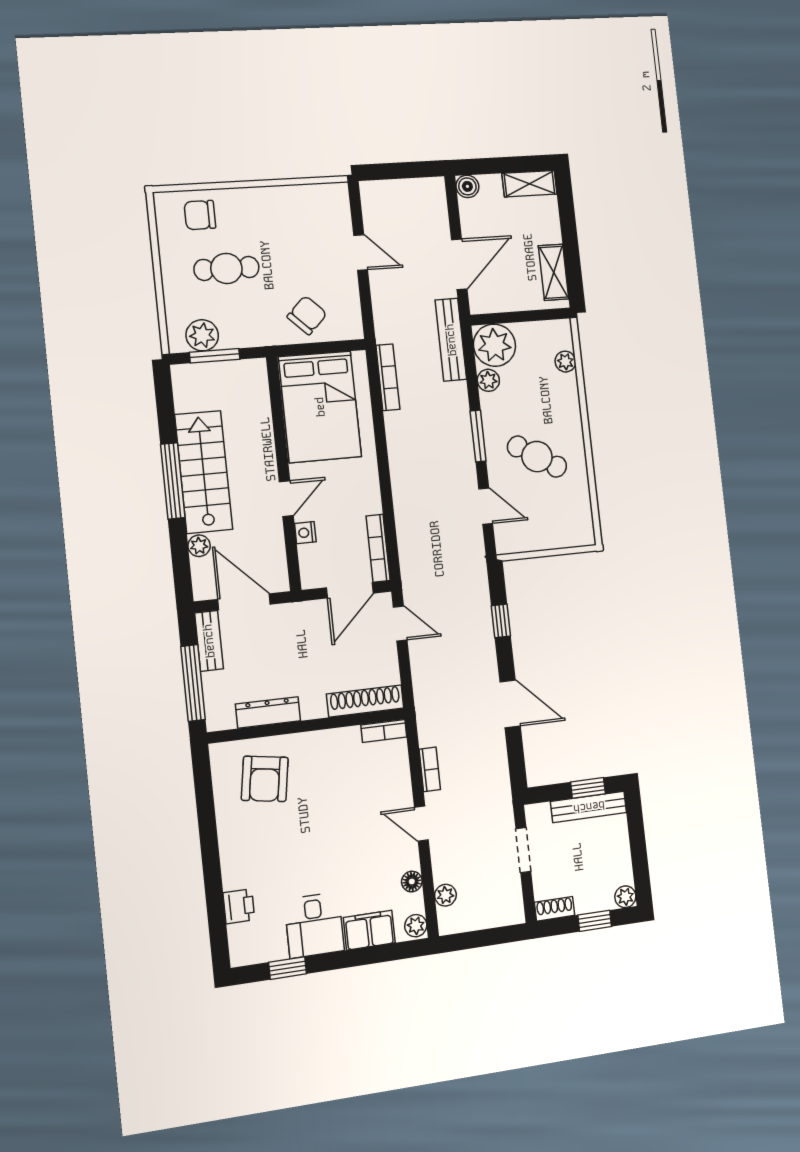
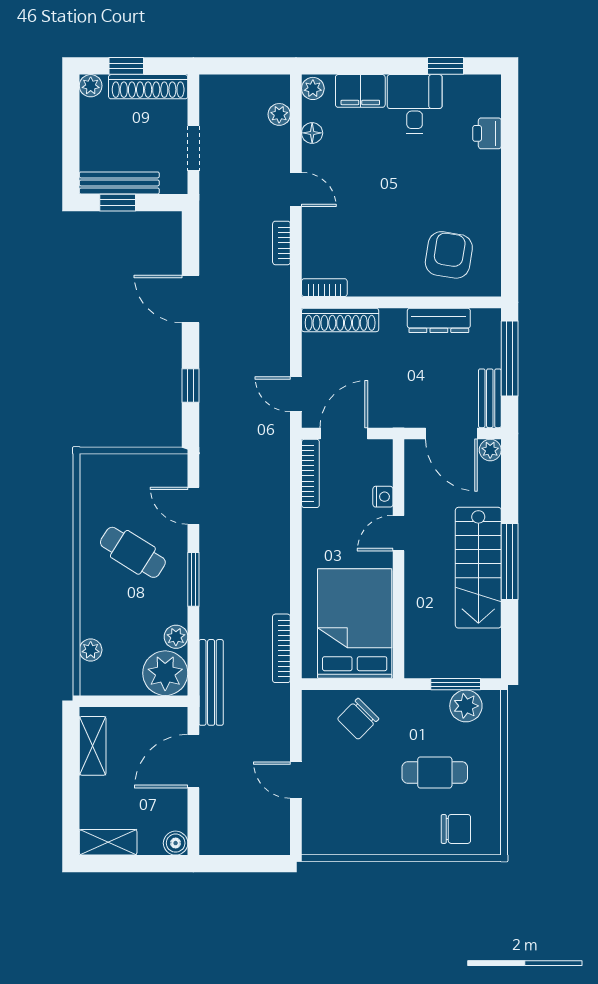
plant: (199, 546) -> (490, 450), moved
shoe rack: (555, 909) -> (148, 87), width x1.94, depth x1.24

